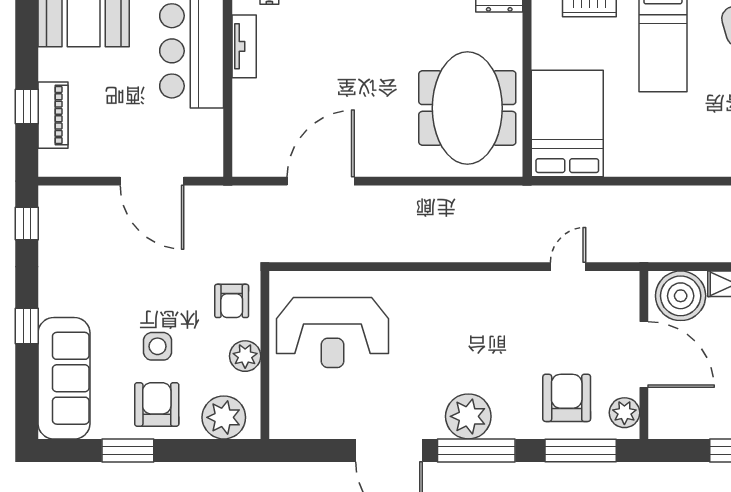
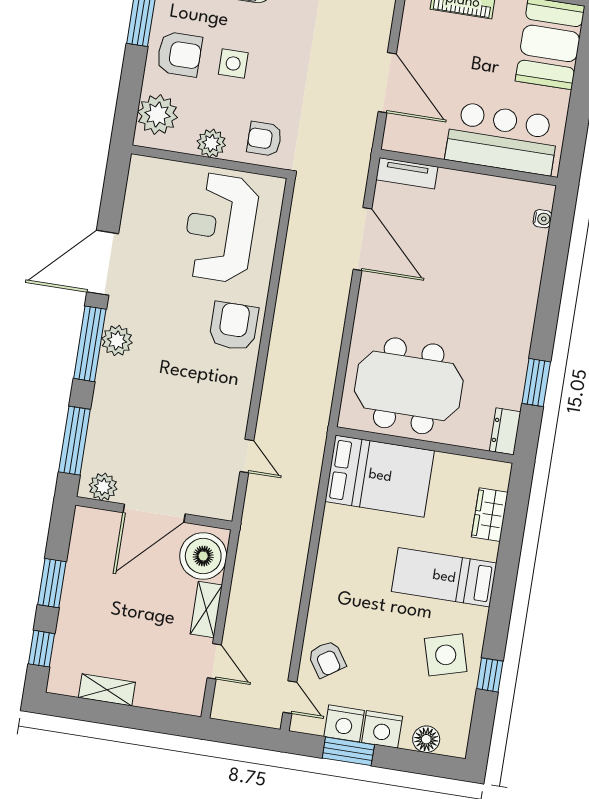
tv unit: (244, 46) -> (407, 173), moved
door: (152, 181) -> (387, 83), swing flipped
armchair: (567, 398) -> (234, 326), moved, turned -90
plant: (468, 416) -> (117, 341), width x0.73, depth x0.73

